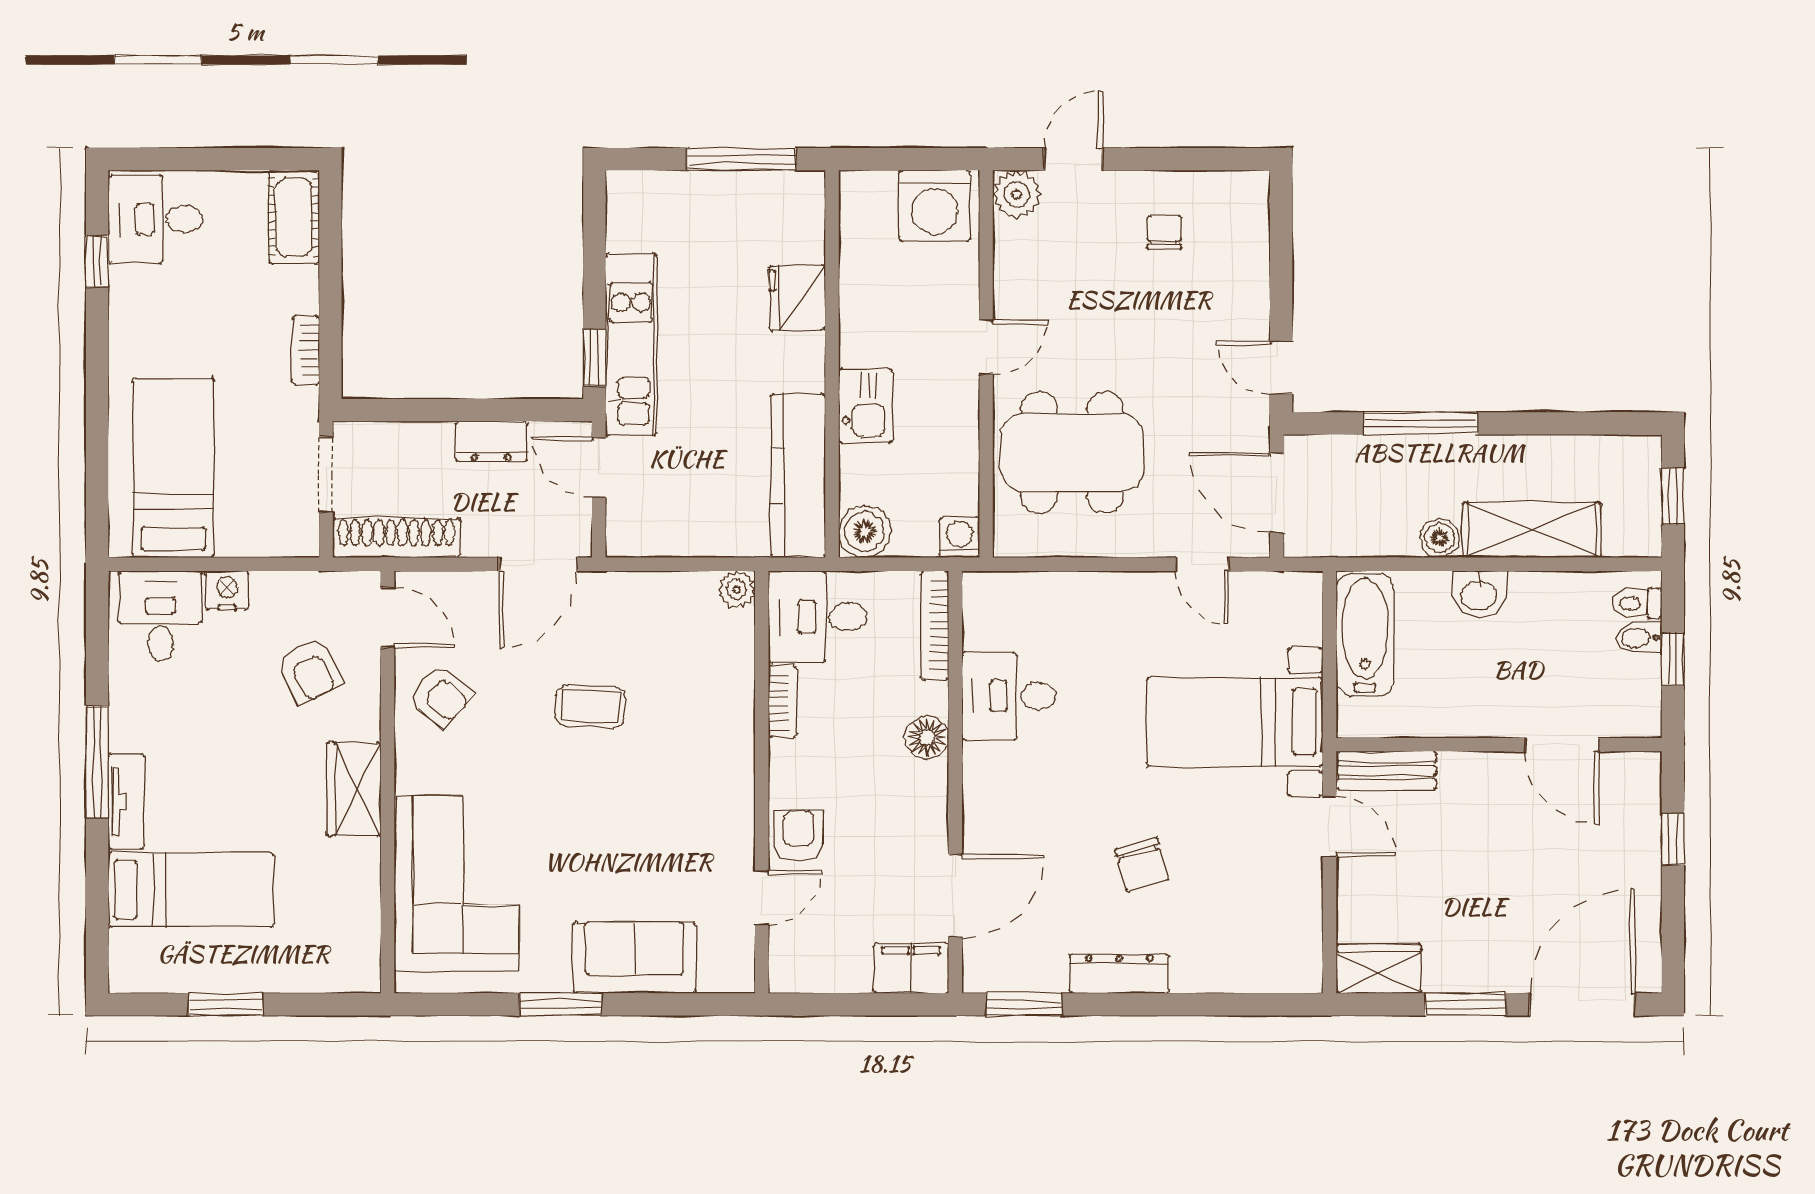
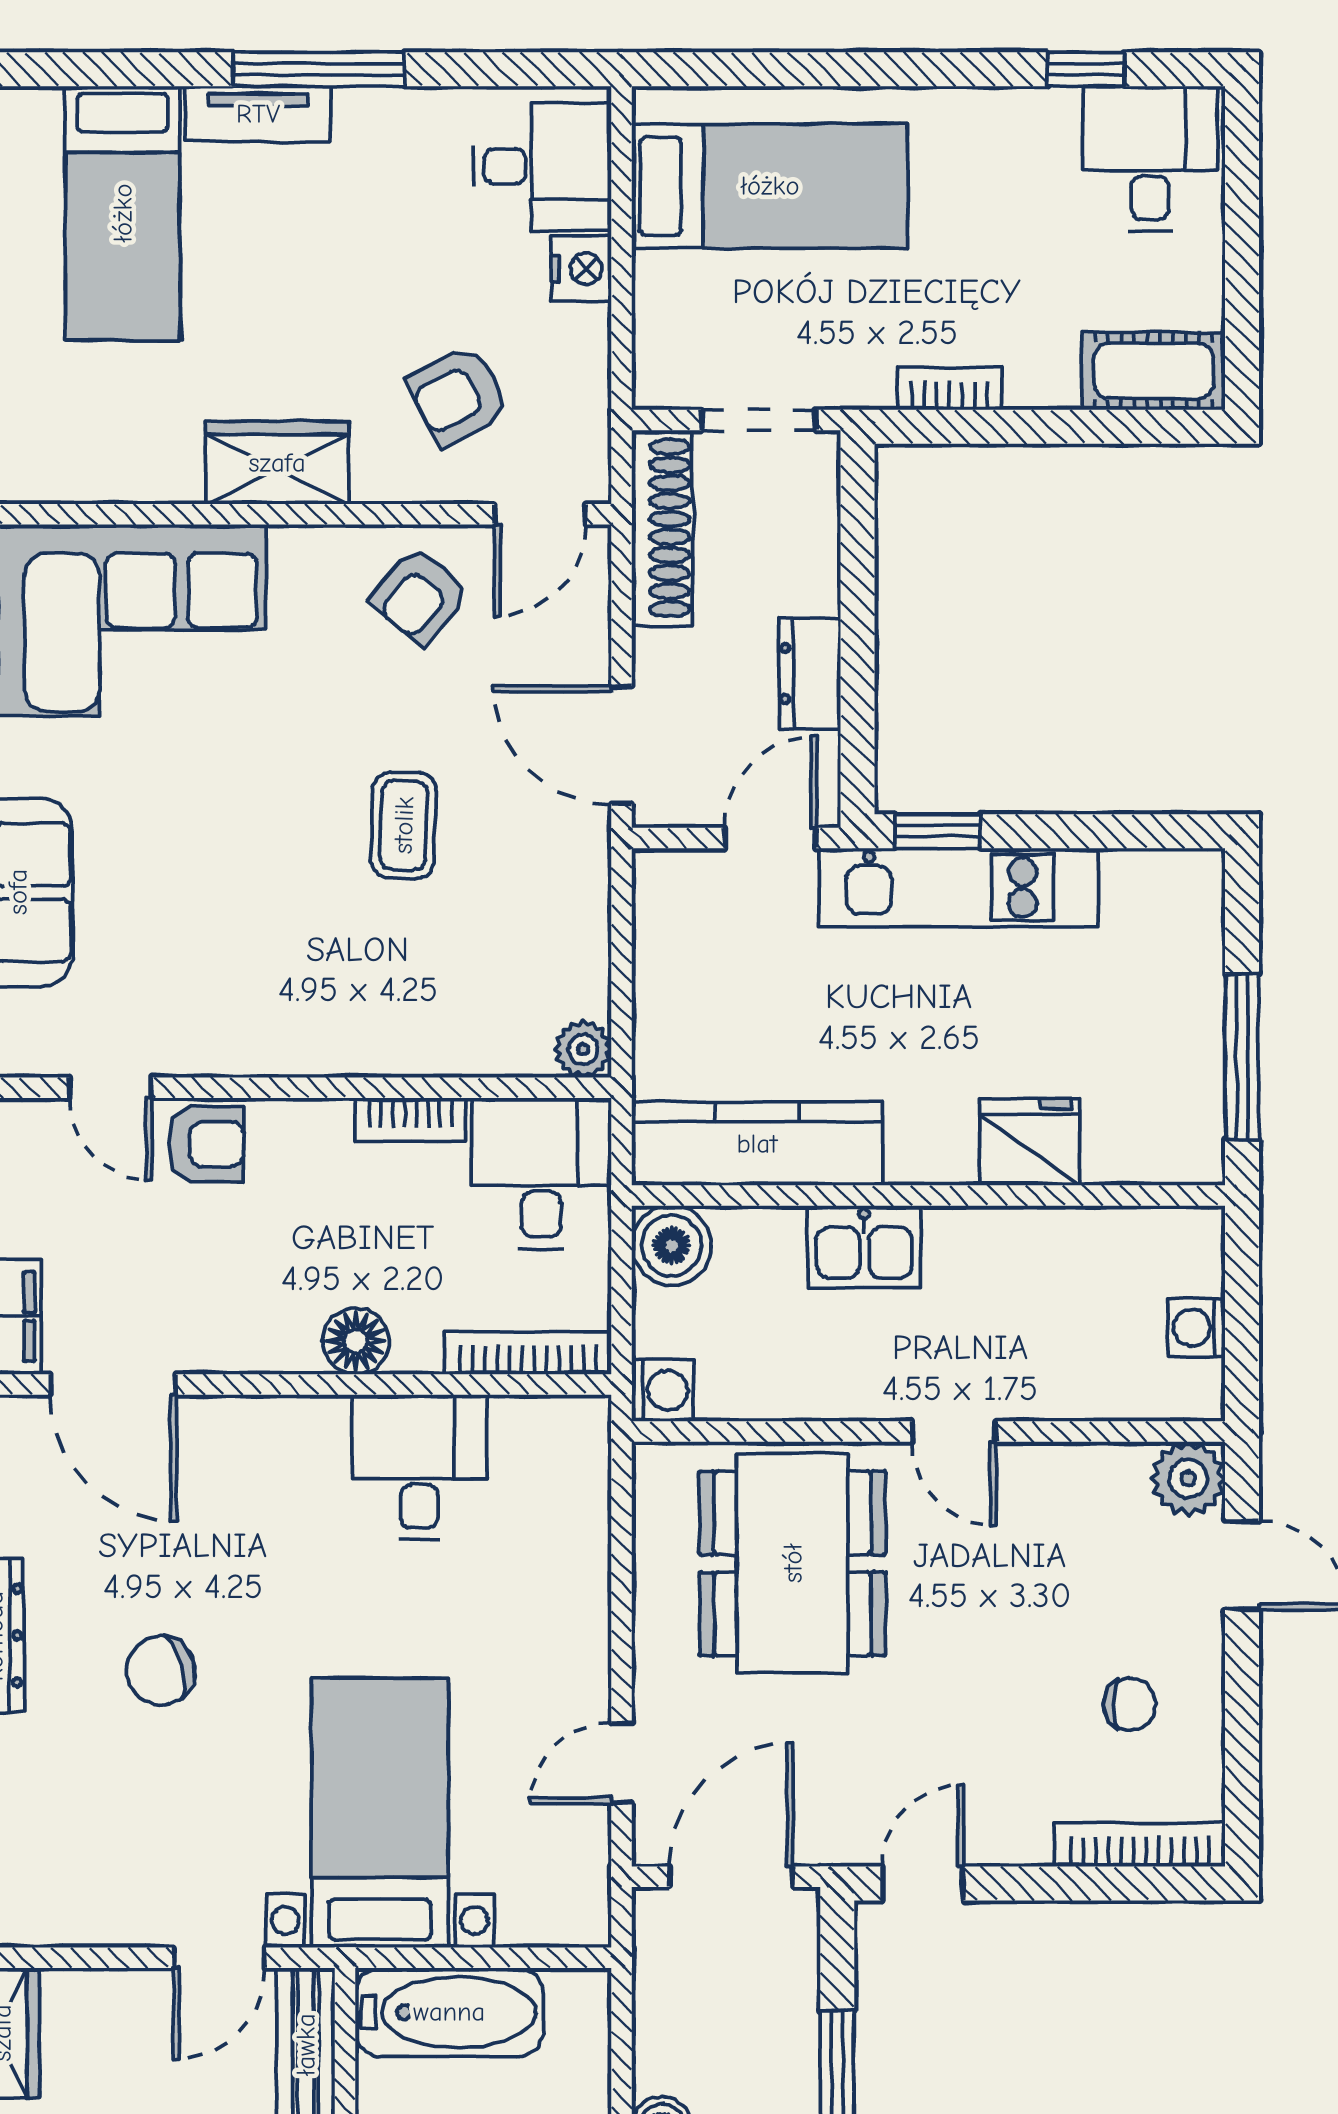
washing machine: (935, 206) -> (1196, 1327), width x0.53, depth x0.53
bookcase: (1256, 226) -> (1140, 1845), added
bathtub: (1365, 635) -> (449, 2012), moved

